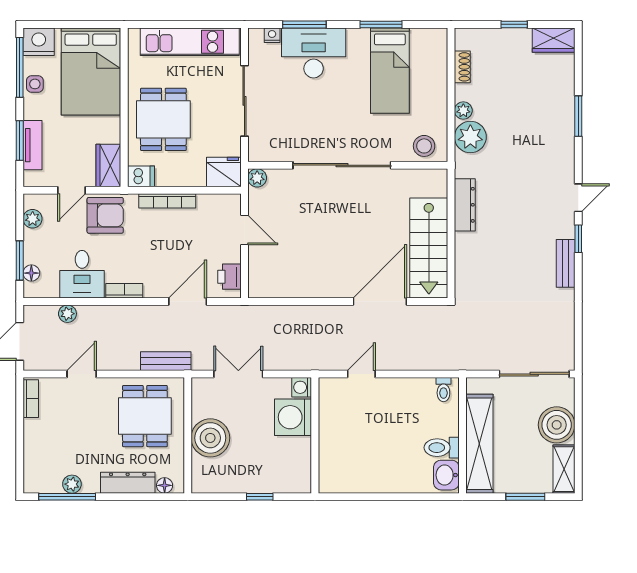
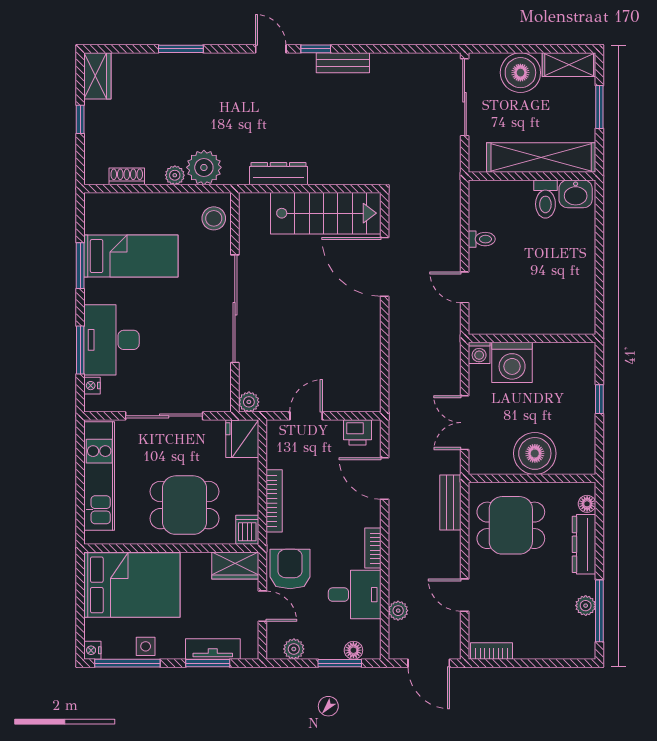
nightstand: (39, 42) -> (92, 650), width x0.53, depth x0.56
toilet: (443, 390) -> (482, 239), moved

